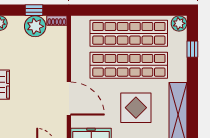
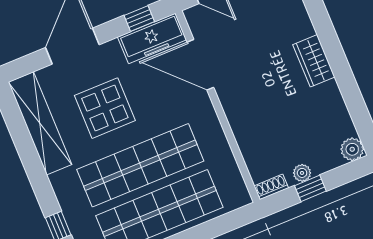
plant: (35, 26) -> (302, 173), width x0.53, depth x0.53
door: (69, 99) -> (200, 65), moved

